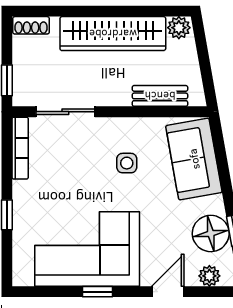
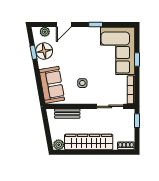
corner sofa: (87, 249) -> (118, 51), moved, turned 90

